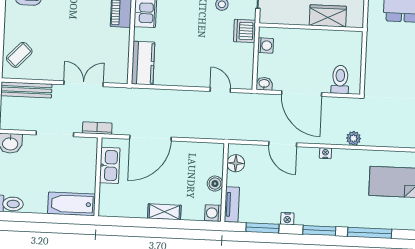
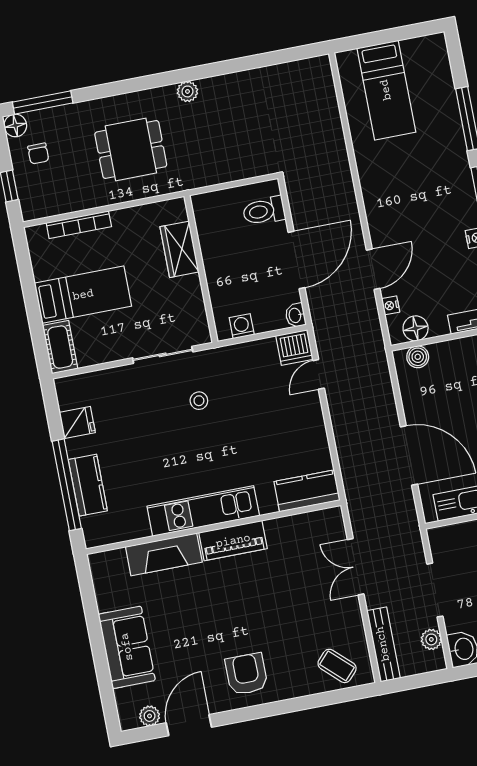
dishwasher: (245, 31) -> (294, 347), moved
bookcase: (97, 128) -> (413, 533), removed
plant: (354, 138) -> (431, 639), moved
nightstand: (325, 153) -> (391, 305), moved
boiler: (215, 184) -> (418, 357), moved

